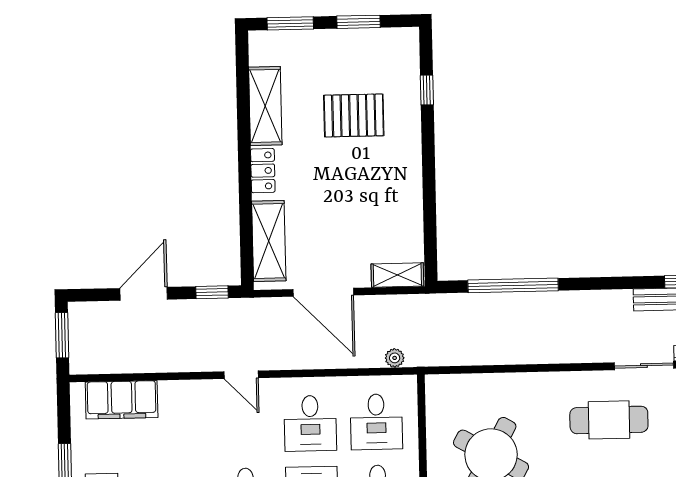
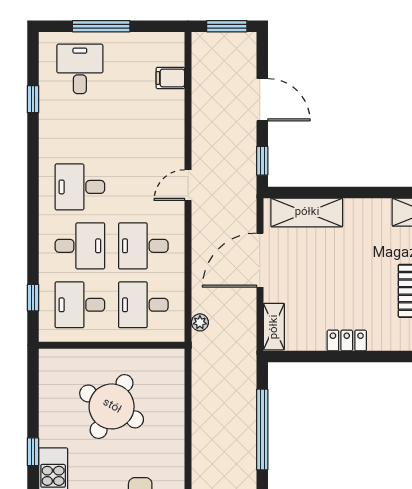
locker: (263, 171) -> (347, 341), moved, turned 180
filing cabinet: (122, 400) -> (170, 78), width x0.33, depth x0.86

